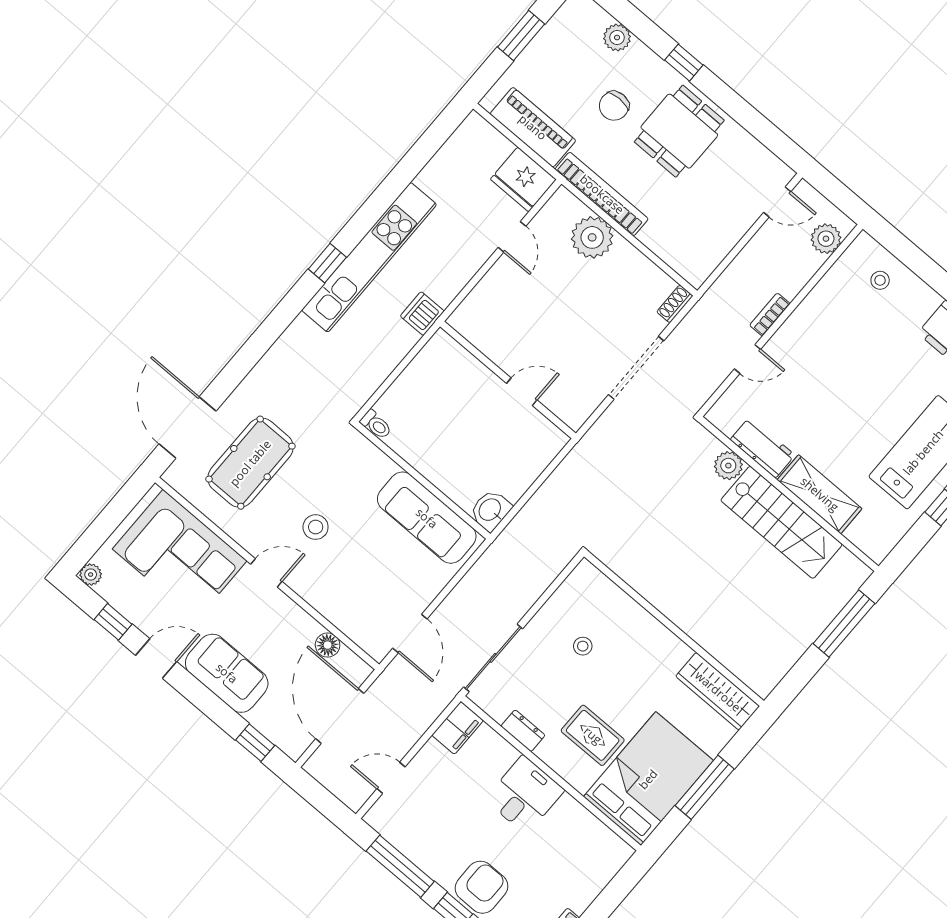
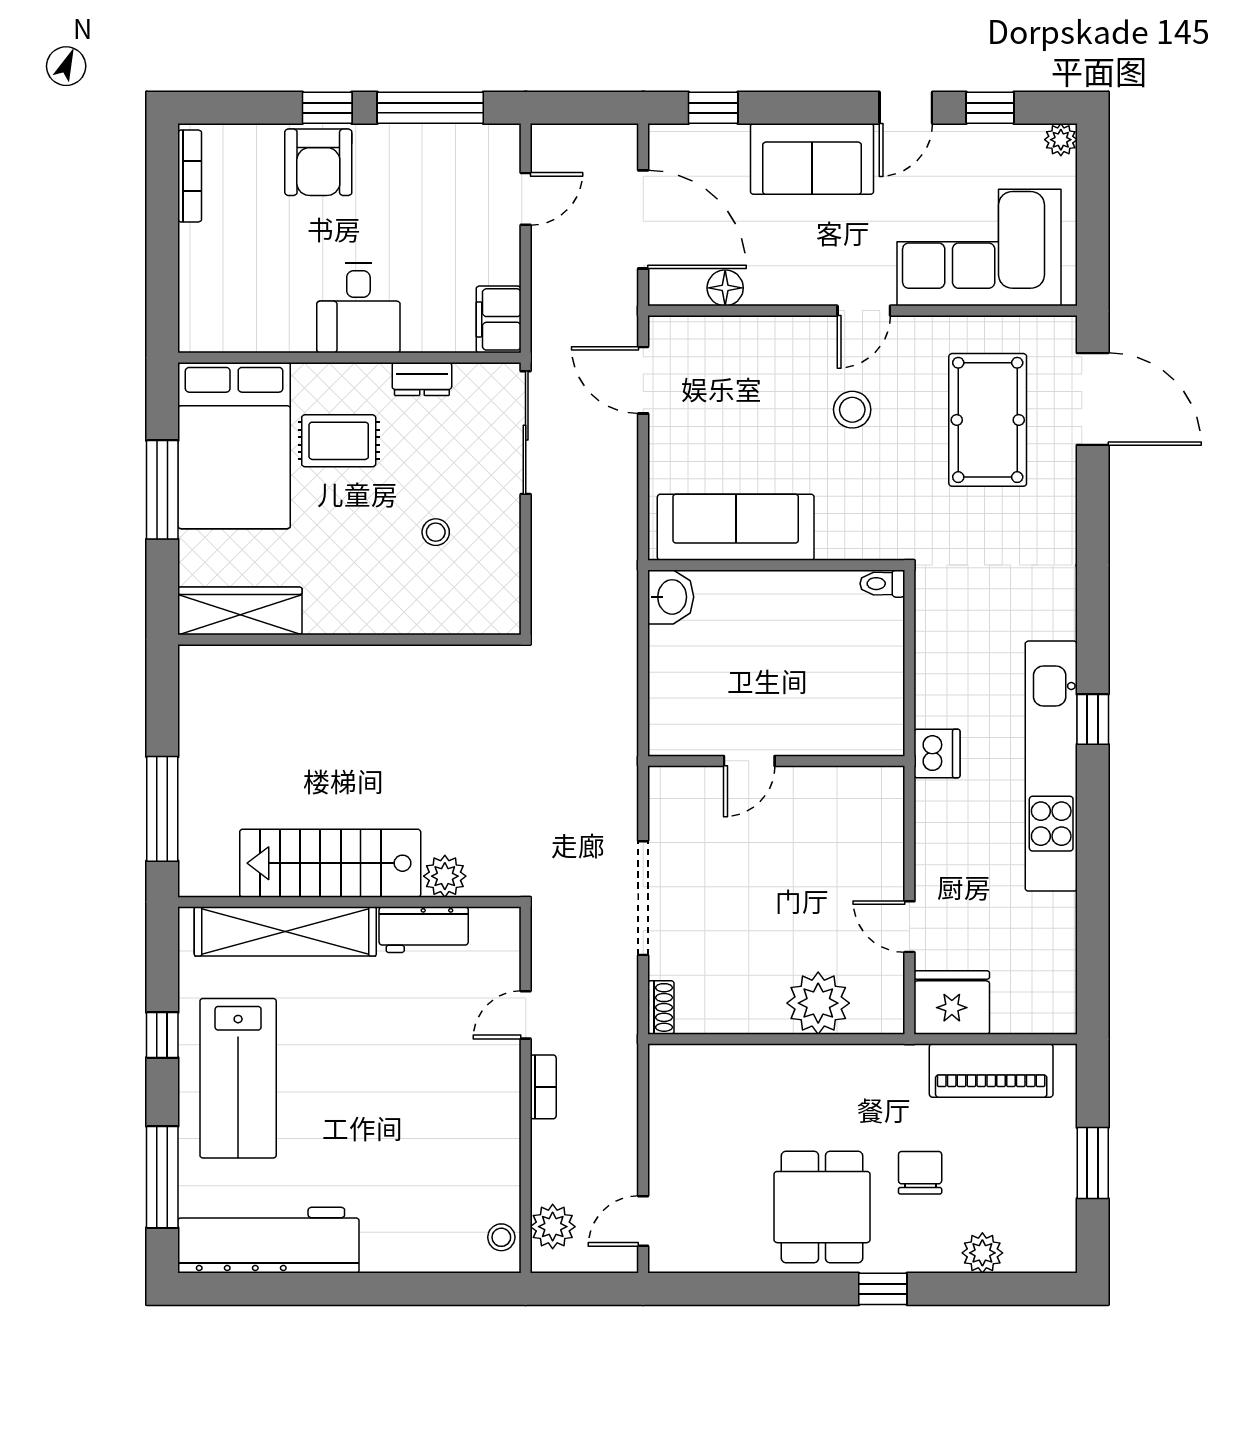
bookcase: (602, 194) -> (849, 1061), removed
stool: (880, 280) -> (501, 1237), moved
shelving: (820, 494) -> (285, 931), width x1.47

